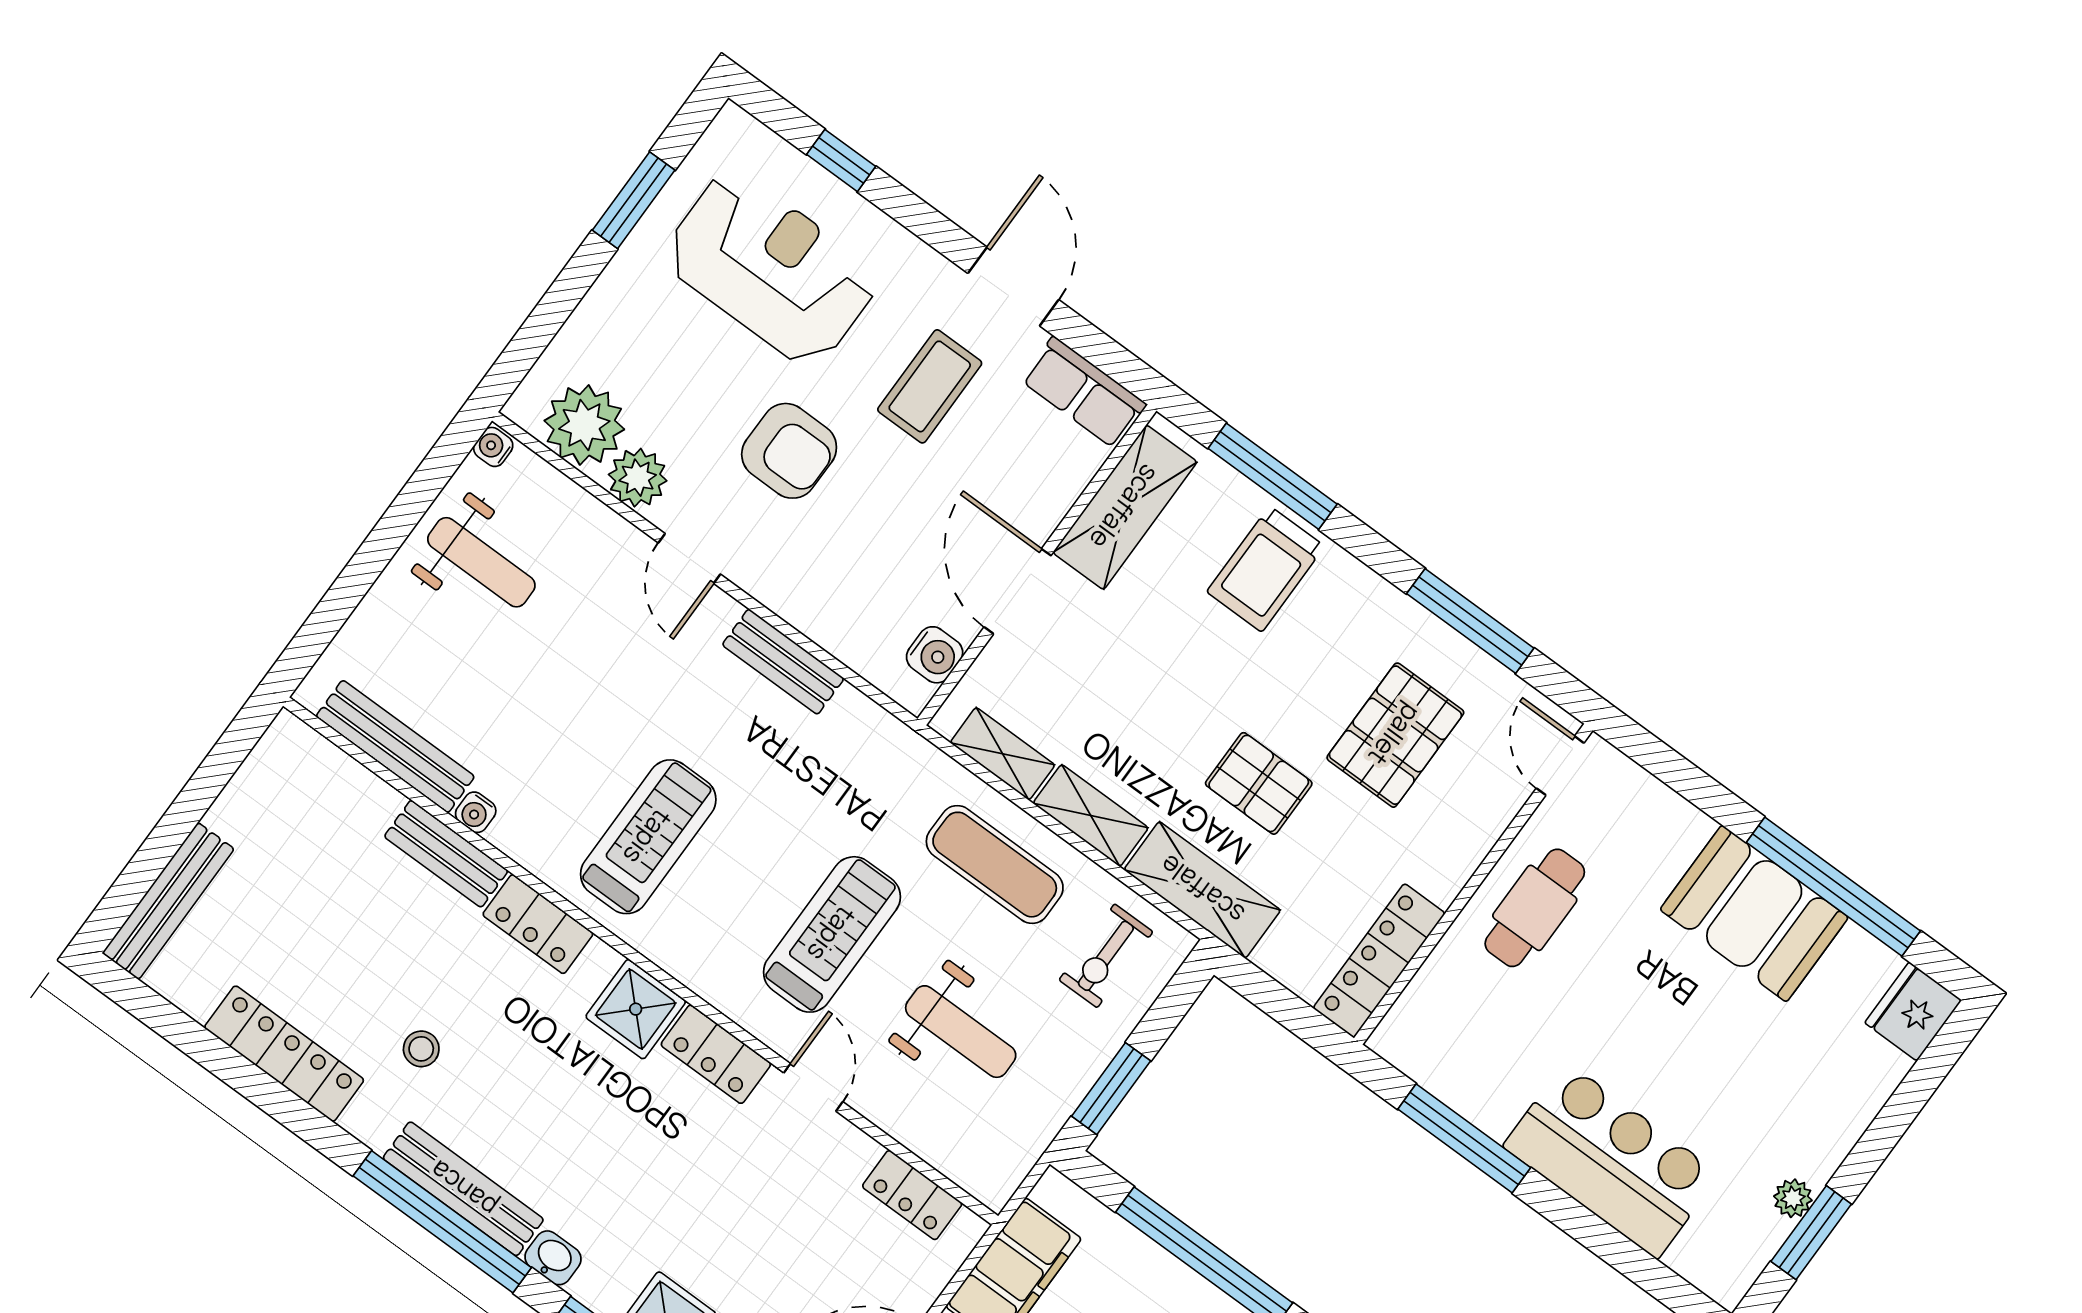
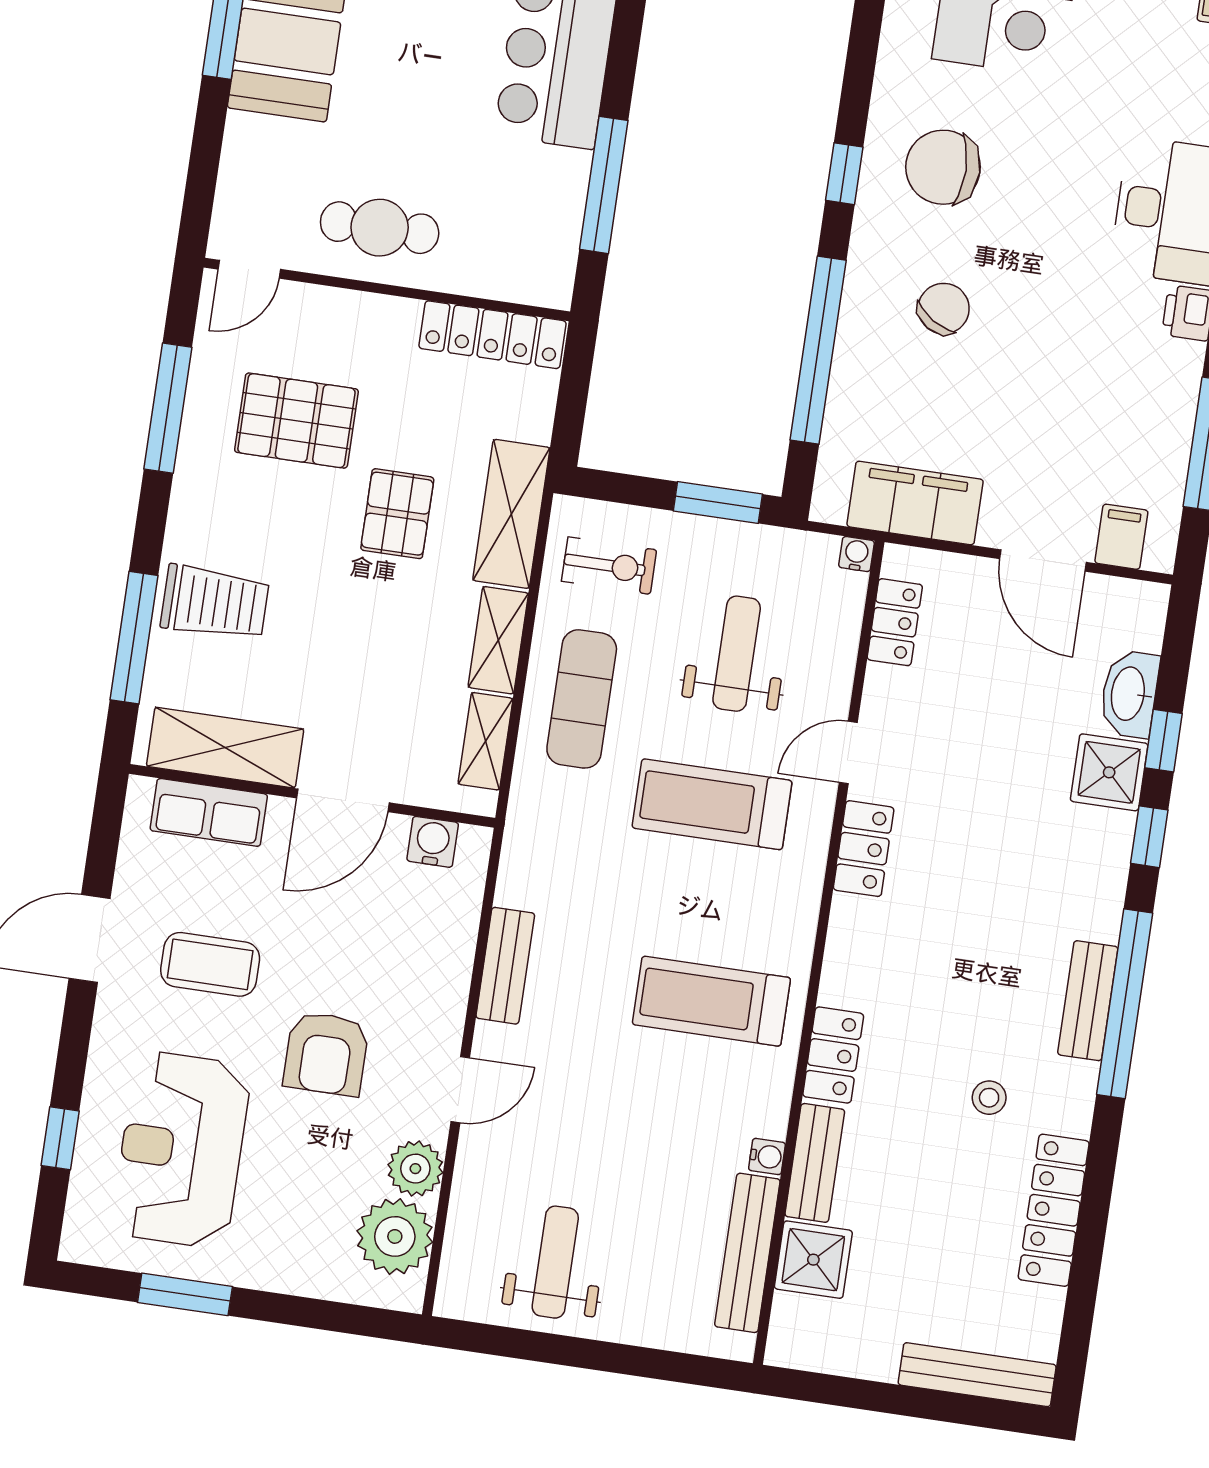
row of seats: (1084, 392) -> (209, 812), moved, turned 90
water cooler: (493, 447) -> (857, 554), moved, turned 180
armchair: (789, 451) -> (326, 1054), turned 180
shower: (636, 1009) -> (813, 1260), moved
bench: (463, 1189) -> (1088, 1001), width x0.73
washbasin: (553, 1258) -> (1106, 895), removed

